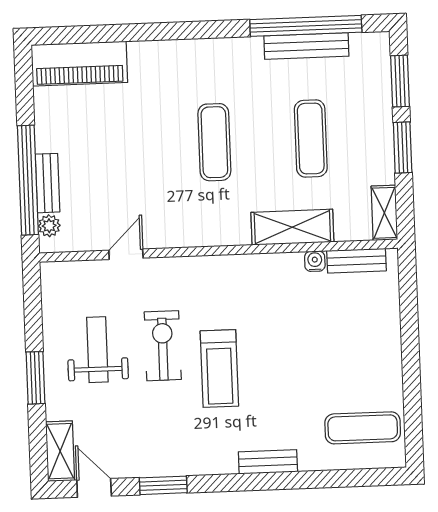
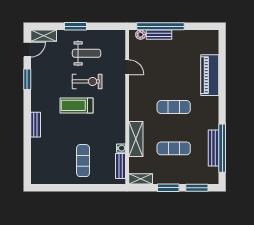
piano: (79, 64) -> (210, 75), moved
exercise mat: (363, 428) -> (83, 161), moved

